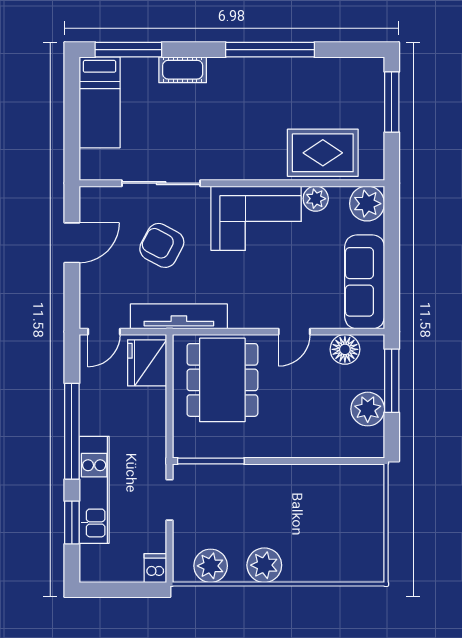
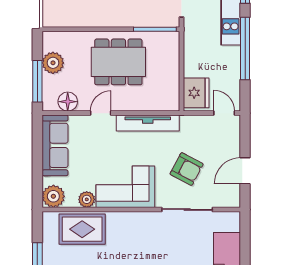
tv unit: (179, 316) -> (148, 123), moved
door: (104, 332) -> (224, 113), hinge flipped
dining table: (222, 380) -> (118, 62), moved, turned 90

